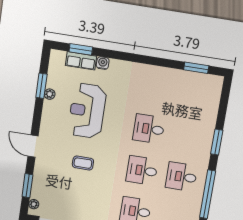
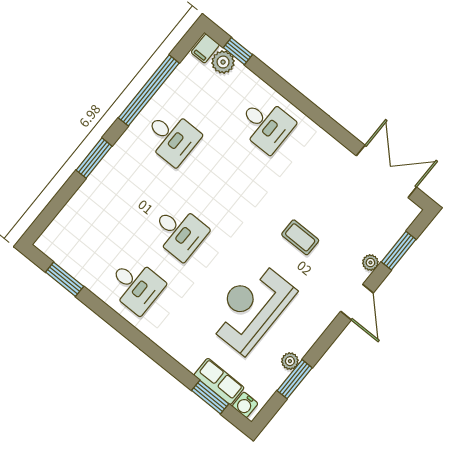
water cooler: (103, 63) -> (245, 405), moved
reception desk: (87, 111) -> (251, 307), turned 180
desk: (142, 170) -> (136, 286), moved
plant: (34, 204) -> (370, 263), moved

